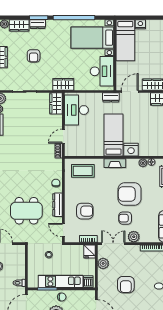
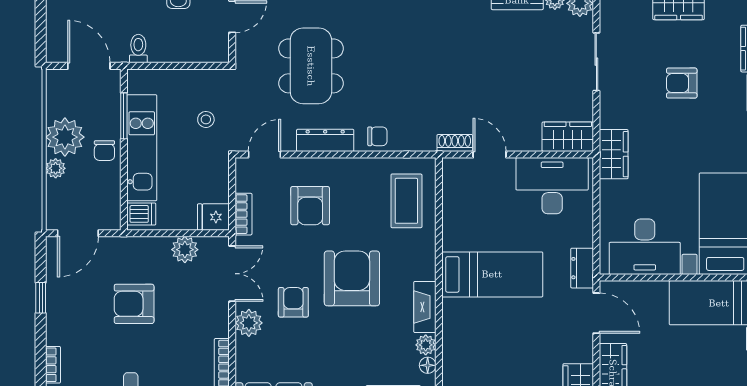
nightstand: (131, 150) -> (457, 316), removed
fireplace: (115, 163) -> (425, 307), moved
armchair: (129, 194) -> (352, 278), moved

